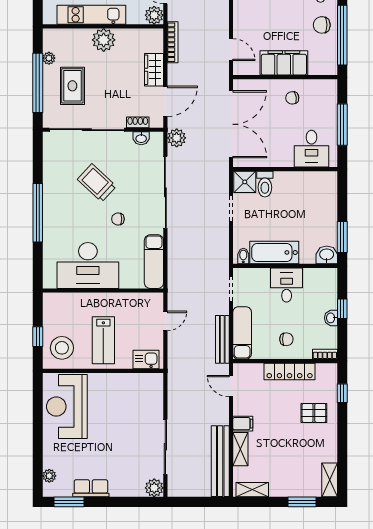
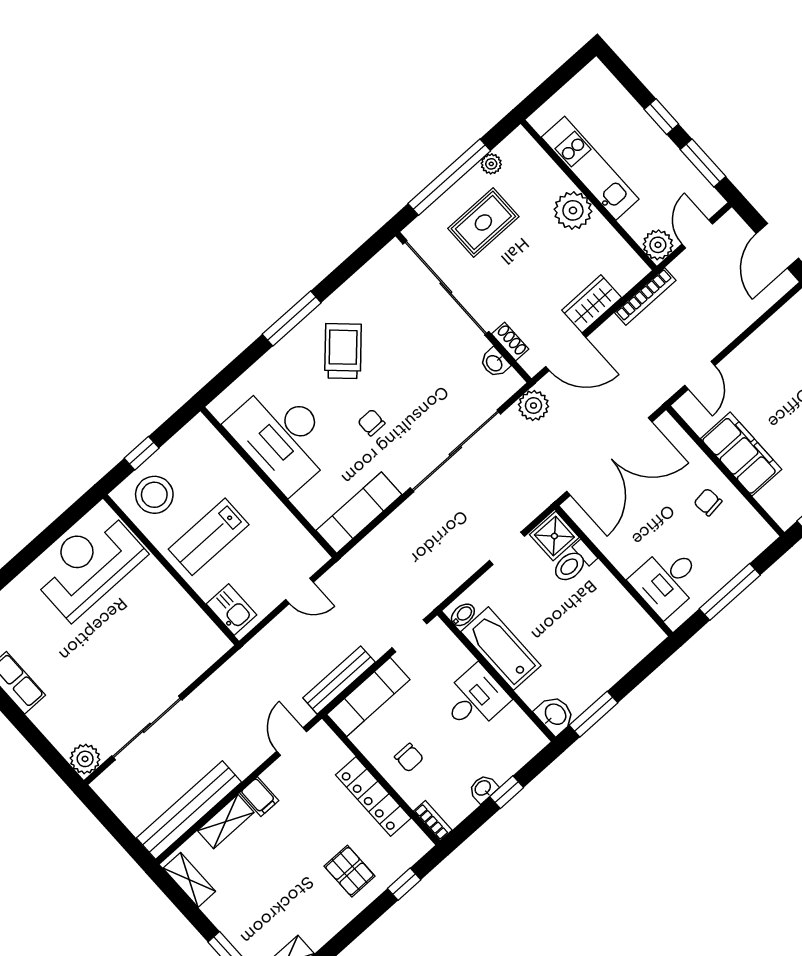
trolley: (97, 183) -> (343, 351), moved
window: (38, 213) -> (292, 318), width x0.68

